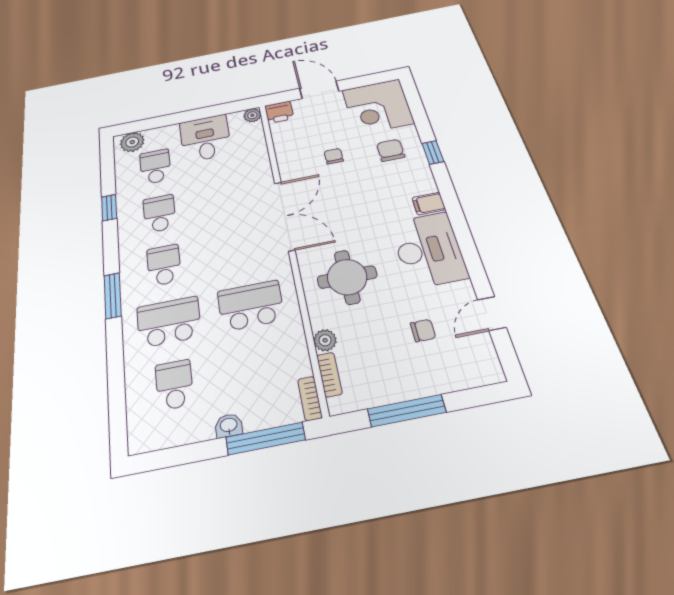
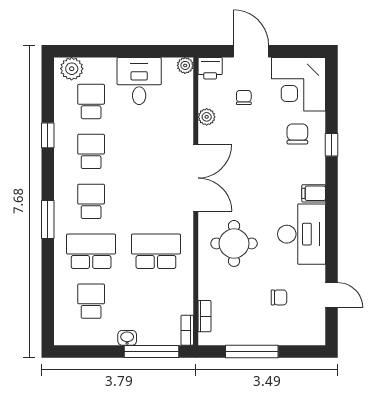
chair: (334, 156) -> (244, 98), moved
door: (492, 314) -> (332, 295), swing flipped
plant: (325, 340) -> (207, 117), moved

